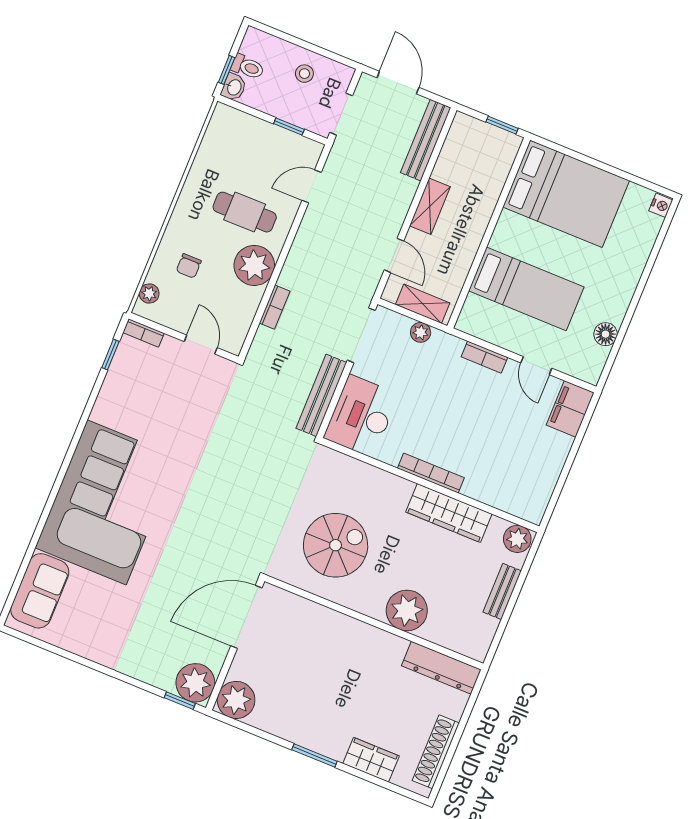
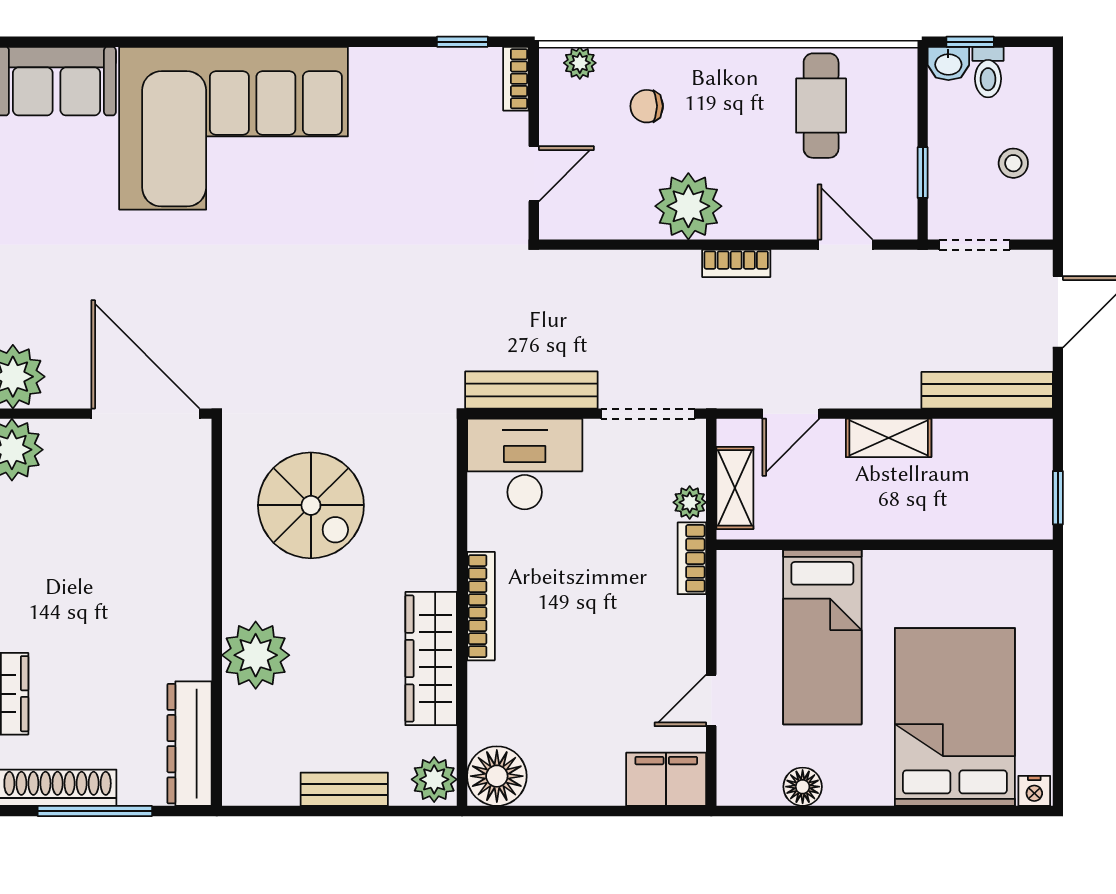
bed: (566, 194) -> (955, 717), moved, turned 180
cafe table: (245, 212) -> (821, 106), moved
bookcase: (275, 307) -> (736, 263), moved
bookcase: (484, 357) -> (692, 558), moved
floor lamp: (530, 503) -> (497, 776), added
window: (457, 736) -> (95, 811), added

